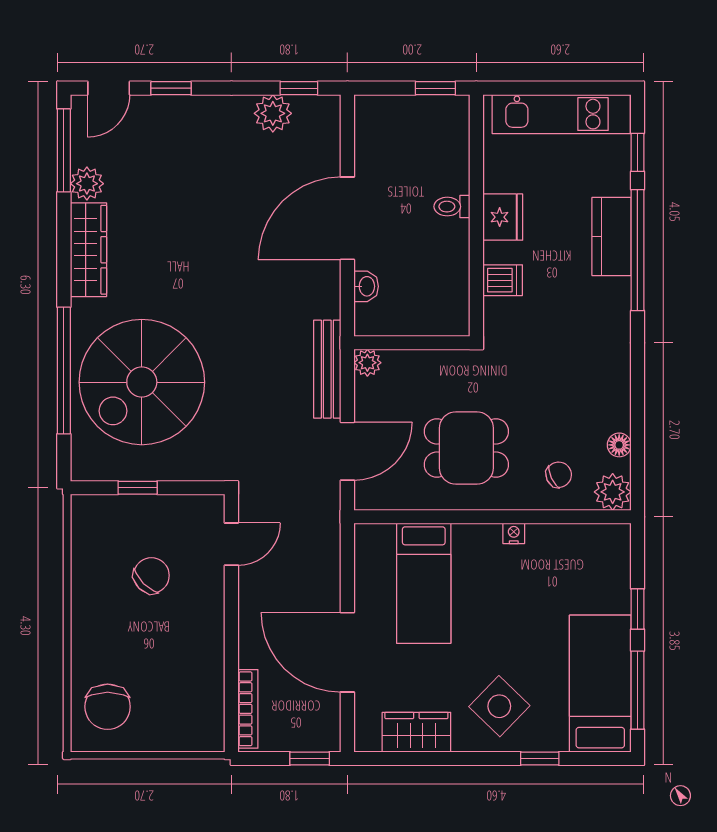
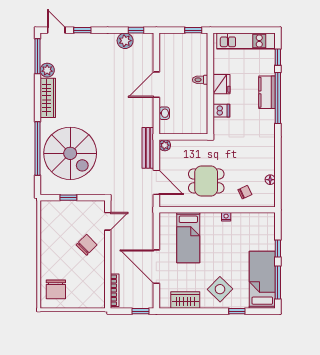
door: (109, 88) -> (56, 30), swing flipped
door: (347, 218) -> (156, 85), width x0.73
spiral stairs: (142, 382) -> (70, 153), turned -90
door: (347, 451) -> (156, 182), hinge flipped
plant: (613, 492) -> (267, 199), removed
chair: (151, 575) -> (87, 245), moved

